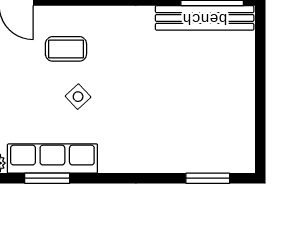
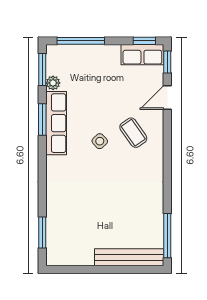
bench: (205, 18) -> (129, 257), moved, turned 90
coffee table: (66, 49) -> (133, 133), turned -35

